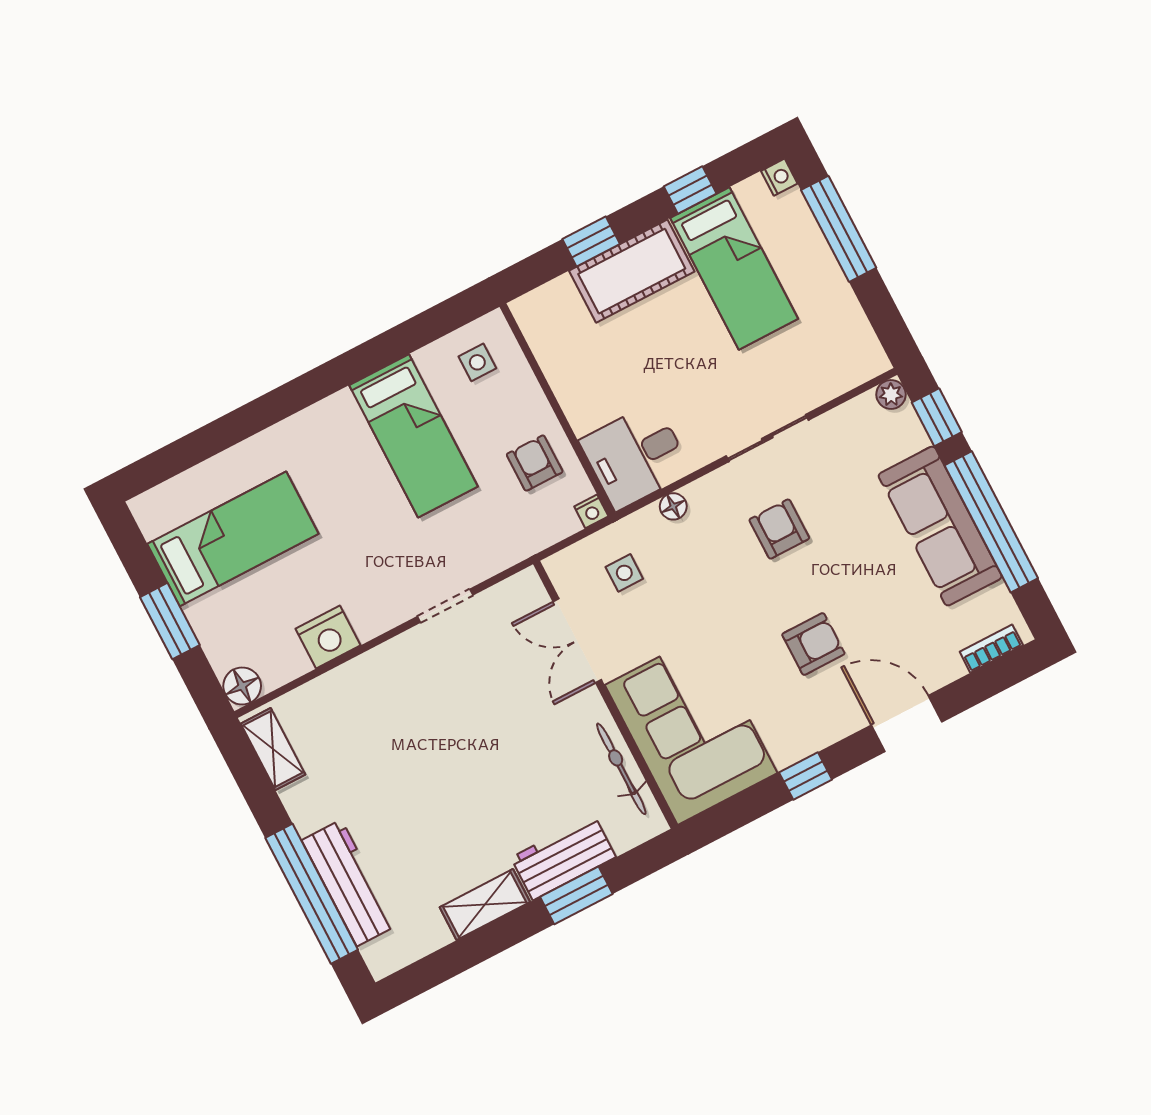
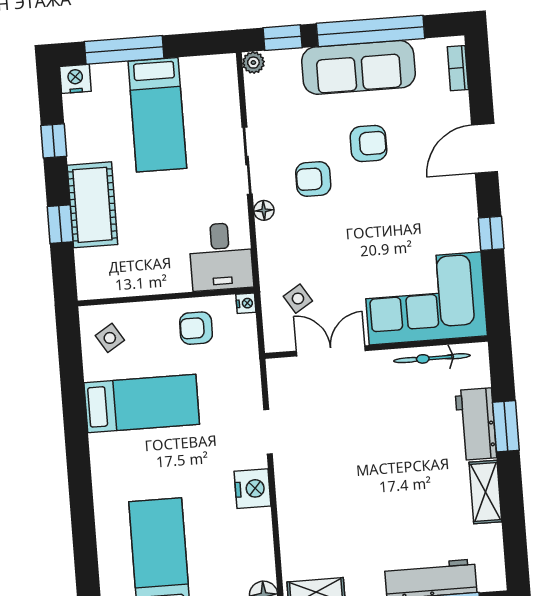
nightstand: (779, 177) -> (75, 79), width x1.39, depth x1.35
bed: (734, 268) -> (157, 115), moved, turned 90
side table: (477, 362) -> (110, 338), turned -32
floor lamp: (673, 506) -> (264, 210), moved
side table: (624, 573) -> (298, 299), turned -32
nightstand: (328, 637) -> (253, 489), moved
double door: (577, 641) -> (331, 351), swing flipped
armchair: (813, 644) -> (368, 143), moved, turned 90

